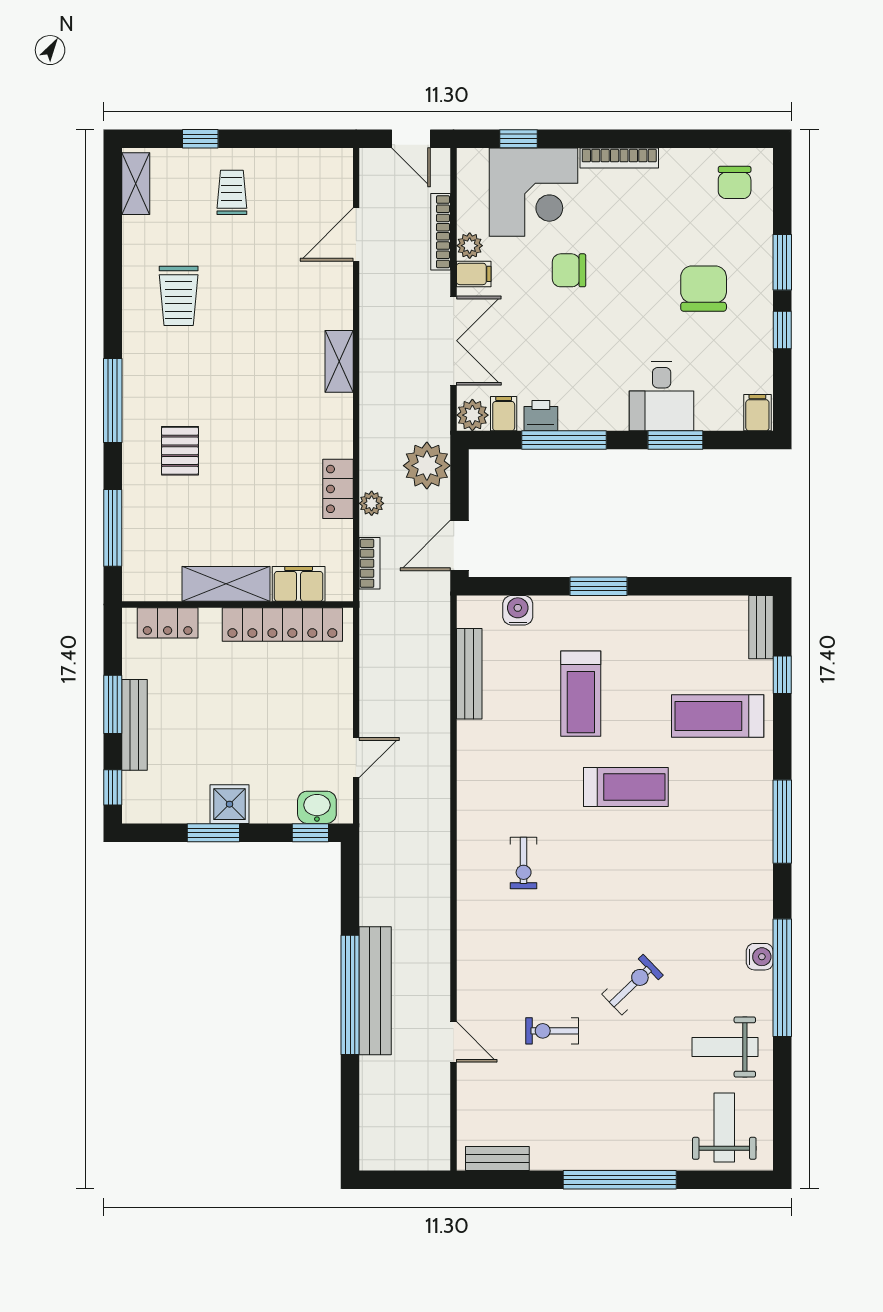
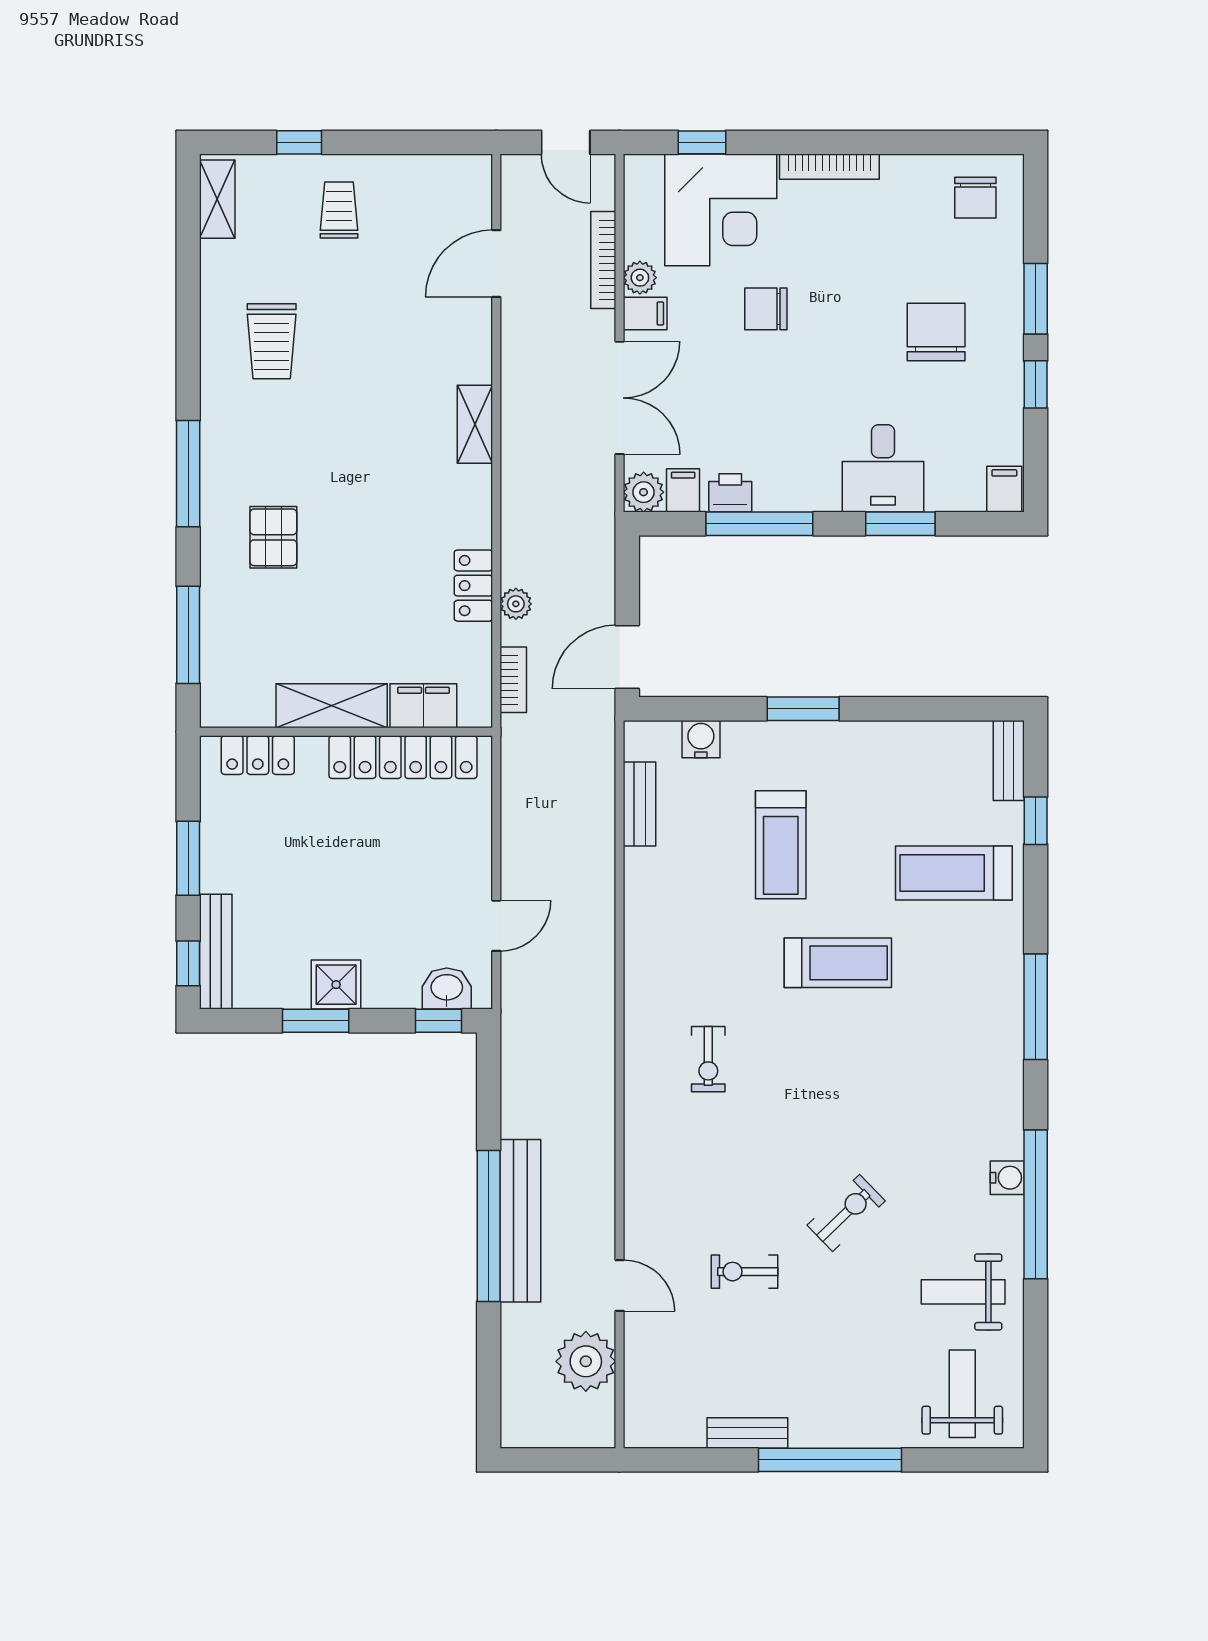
plant: (427, 466) -> (586, 1361), moved
bench: (469, 674) -> (640, 804), width x0.73
bench: (134, 725) -> (216, 952), moved
bench: (497, 1158) -> (747, 1433), moved

